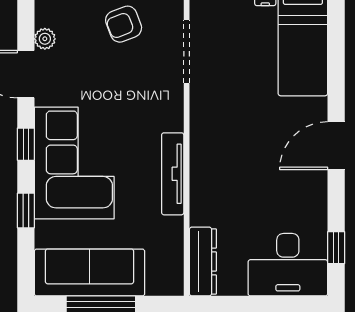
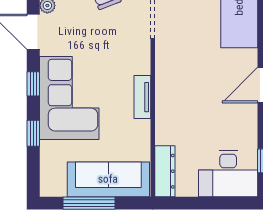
tv unit: (173, 174) -> (142, 97), width x0.71
sofa: (89, 273) -> (108, 179), moved

